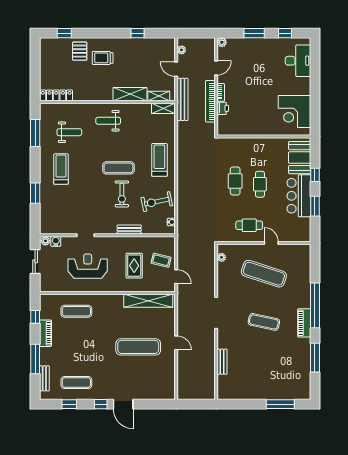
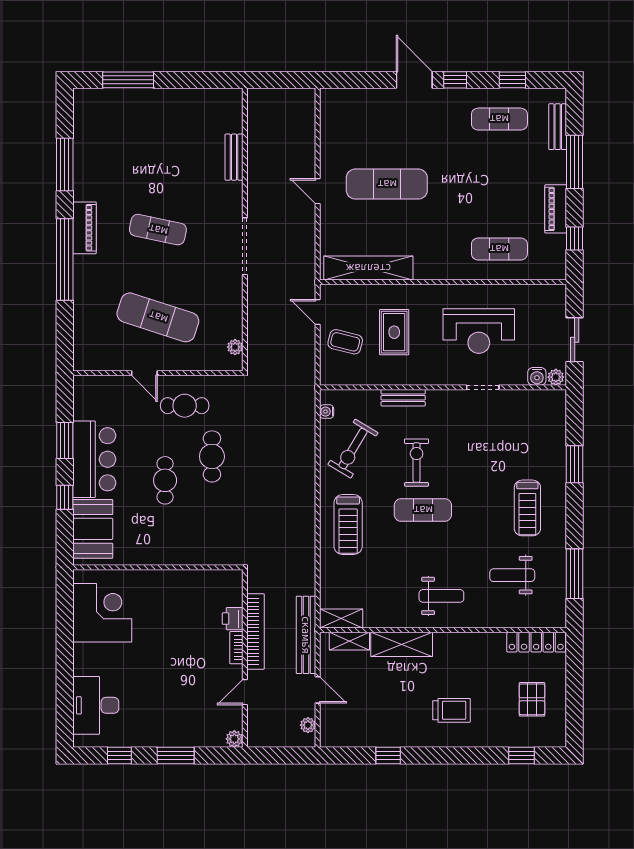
pallet: (80, 51) -> (532, 699), moved
cafe table: (235, 181) -> (212, 456), moved
exercise bike: (157, 202) -> (353, 449), turned 133

